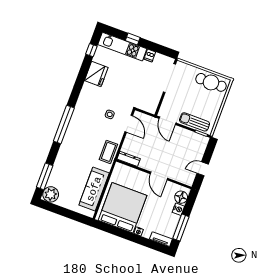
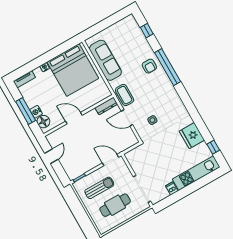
window: (133, 39) -> (195, 186), removed
cafe table: (211, 82) -> (115, 205), moved
sun lounger: (195, 122) -> (99, 188), moved
door: (129, 124) -> (127, 118), moved
window: (64, 125) -> (168, 67), moved
armchair: (70, 152) -> (149, 66), added
window: (45, 176) -> (147, 31), width x0.46
plant: (51, 194) -> (129, 24), removed
window: (181, 228) -> (26, 111), moved

